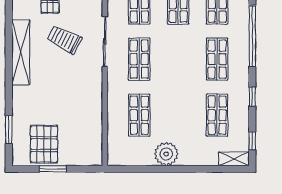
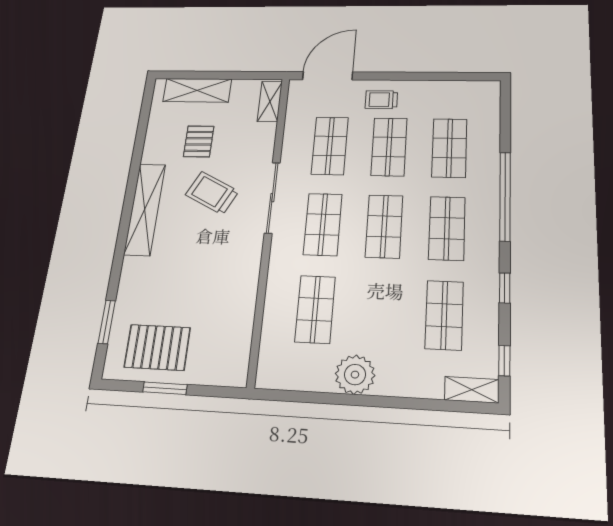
shop shelf: (178, 59) -> (384, 226), added
pallet: (44, 144) -> (157, 347), turned 90

